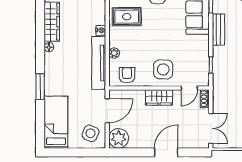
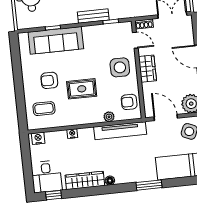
rug: (127, 17) -> (82, 89), moved, turned 90
nightstand: (101, 30) -> (72, 134), moved
bench: (218, 30) -> (93, 16), moved

